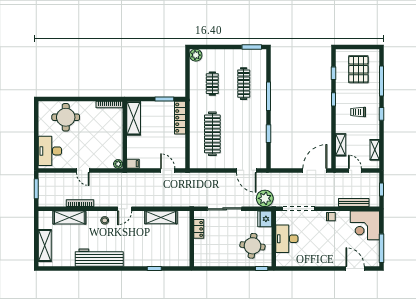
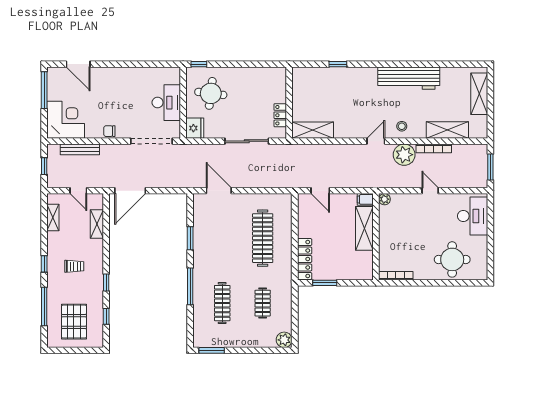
shelving: (134, 118) -> (364, 228), moved
plant: (265, 198) -> (404, 155), moved
shelving: (161, 217) -> (313, 130), moved

